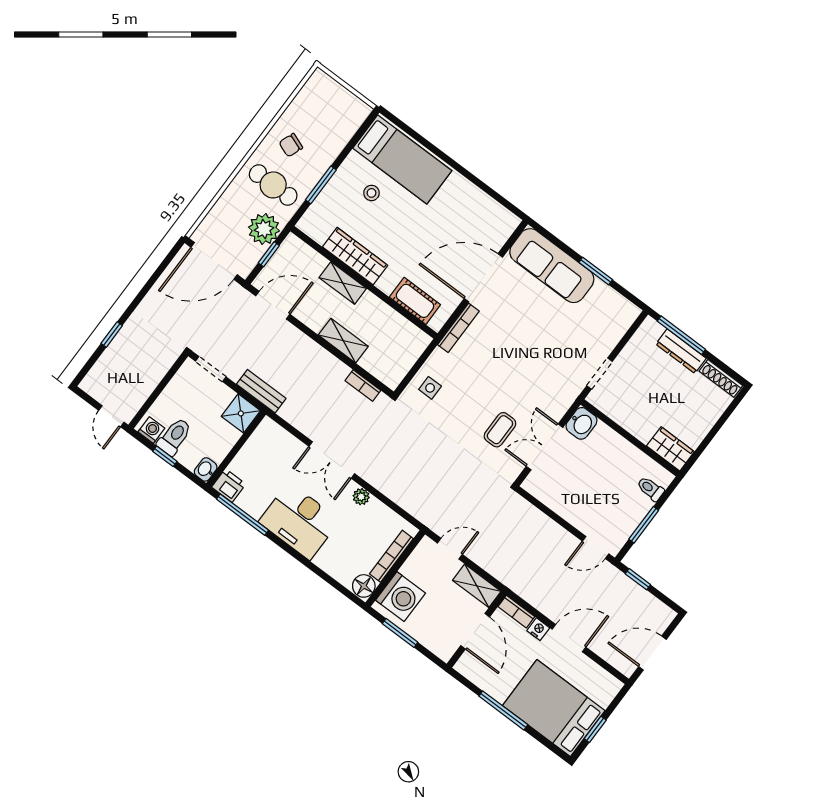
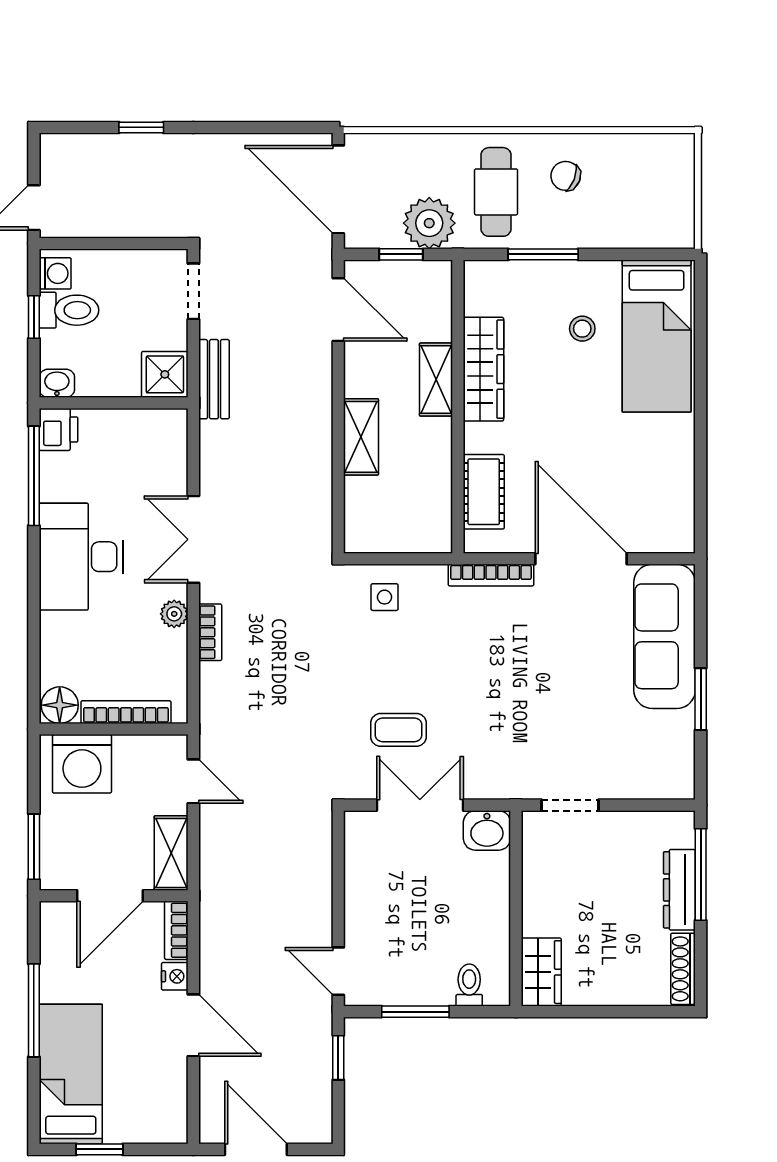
bookcase: (363, 385) -> (210, 632), moved, turned 180
window: (400, 633) -> (34, 847), moved
bed: (554, 708) -> (71, 1074), width x0.67

